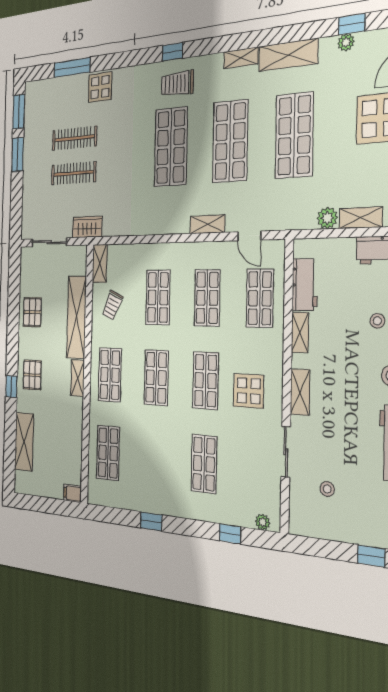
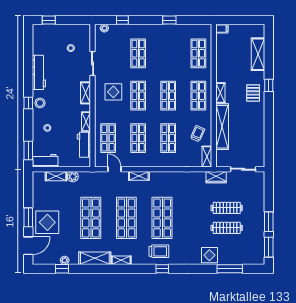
pallet: (32, 312) -> (254, 129), removed

